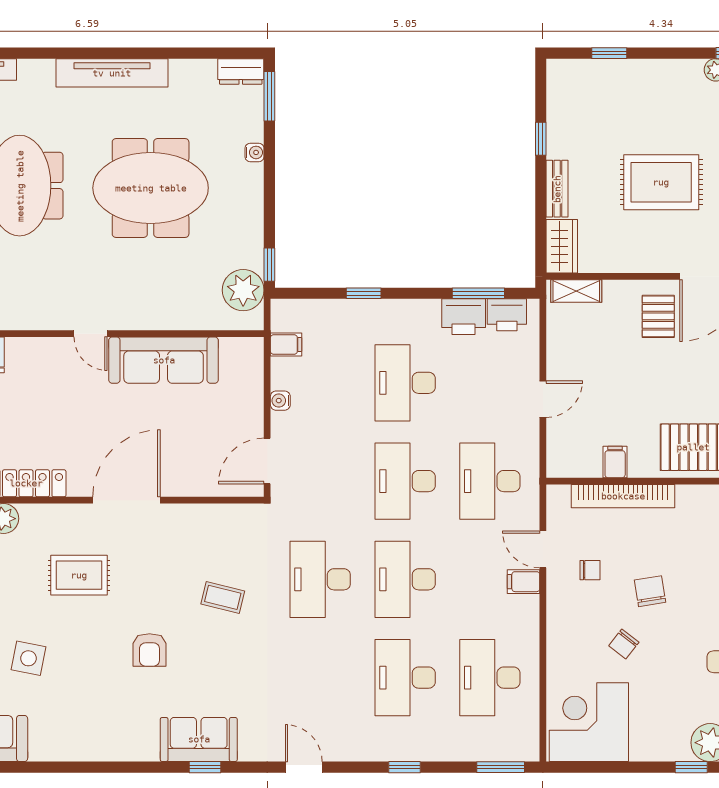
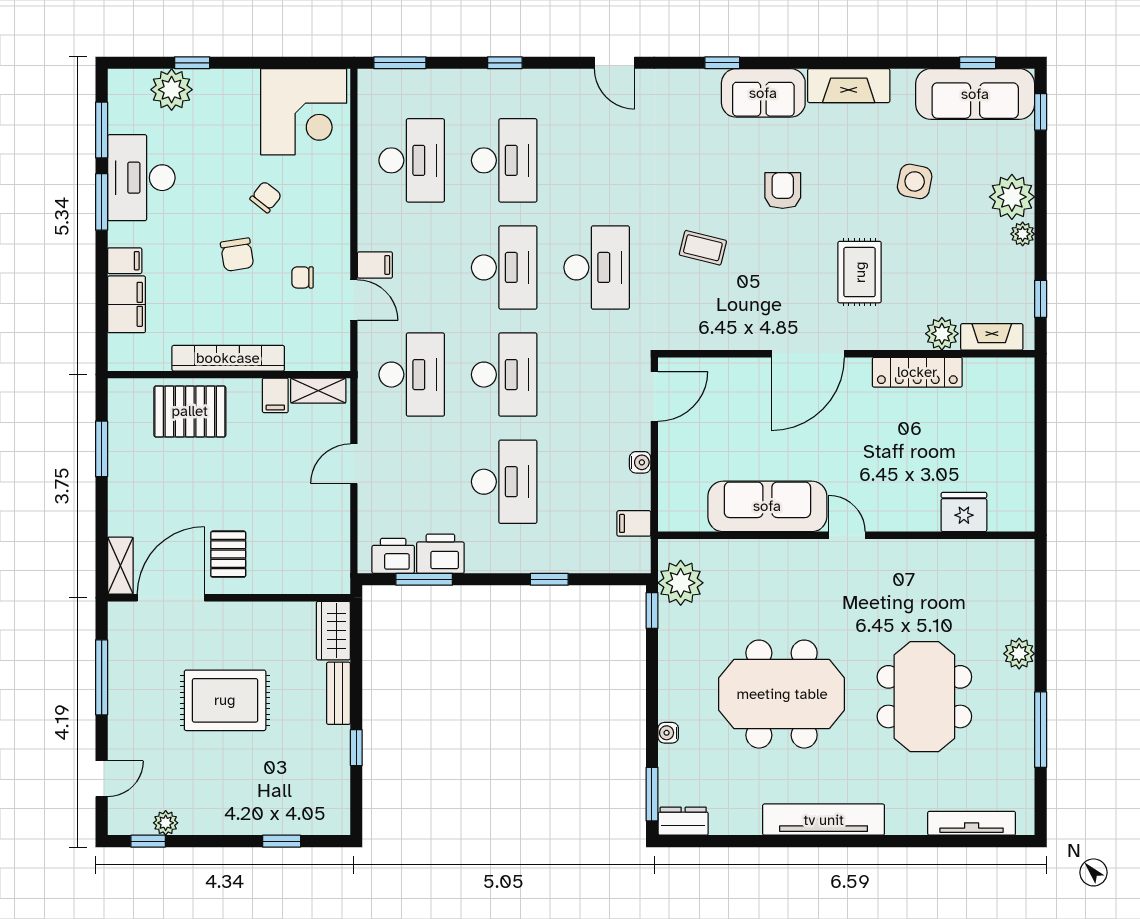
shelving: (576, 291) -> (318, 391), moved
bookcase: (623, 496) -> (228, 358), moved
rug: (79, 575) -> (860, 272), turned 90
sofa: (199, 739) -> (763, 93), moved
fireplace: (89, 746) -> (849, 86), added

